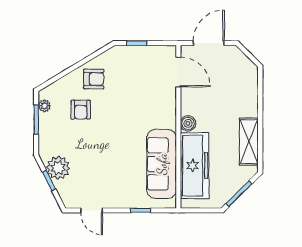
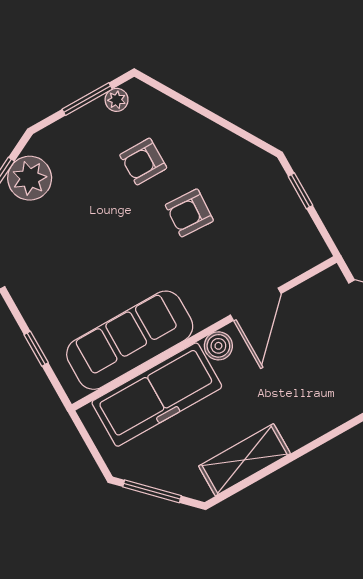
door: (178, 72) -> (256, 304), moved
armchair: (94, 79) -> (189, 213), moved, turned 93

